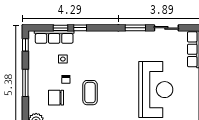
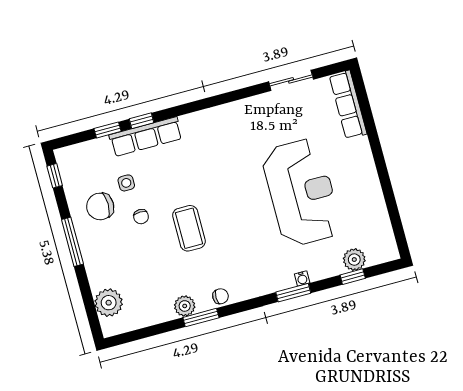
window: (135, 28) -> (237, 95), removed
row of seats: (54, 37) -> (146, 137), moved
chair: (56, 98) -> (100, 206), moved

